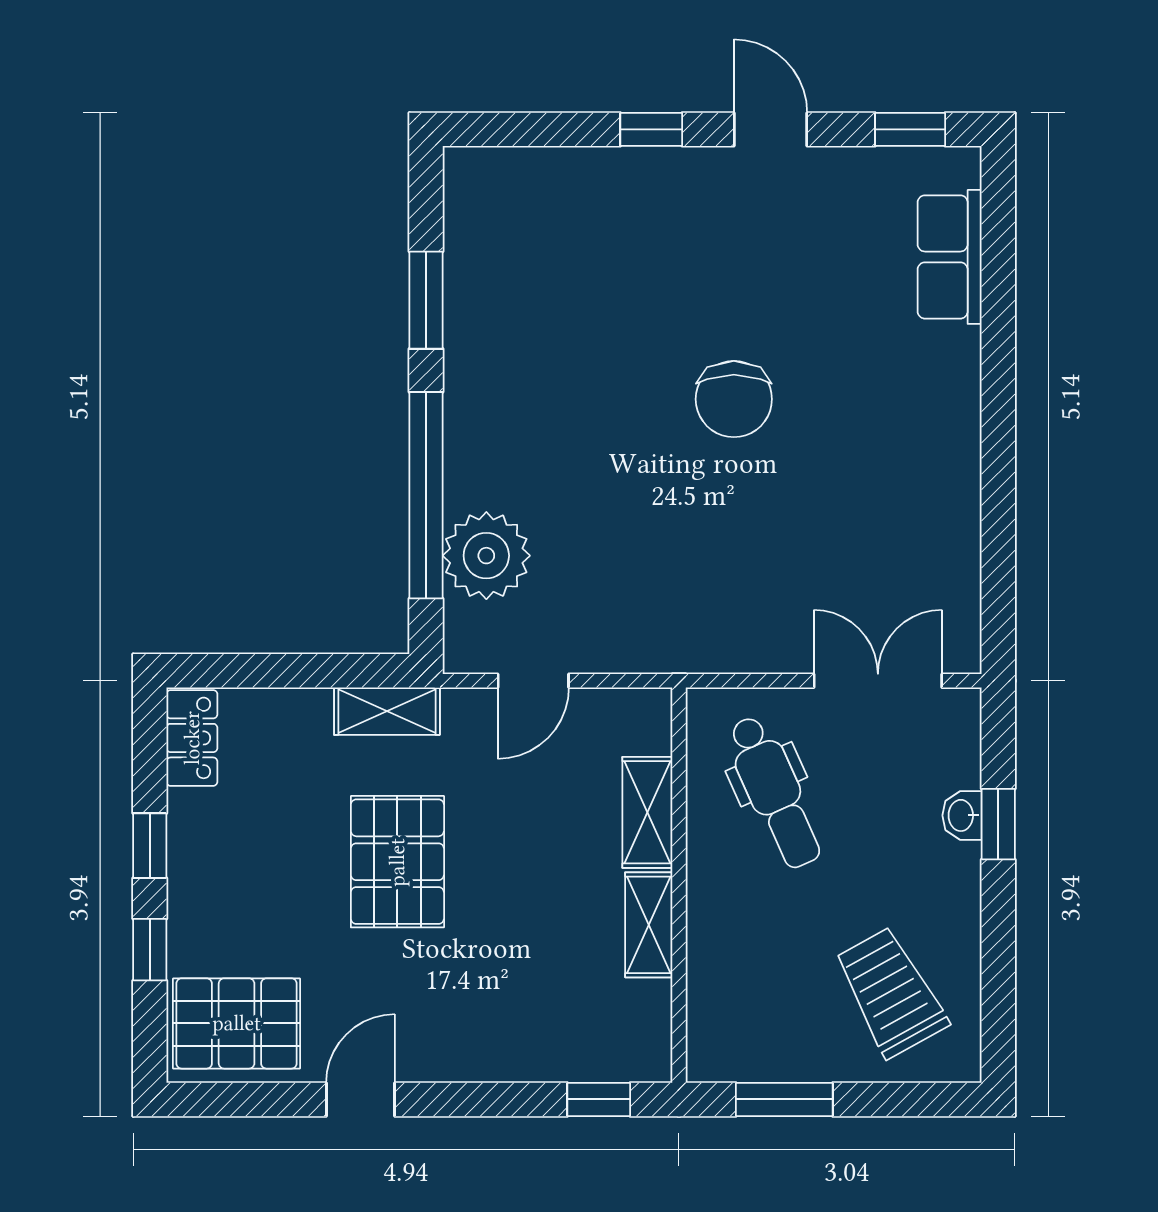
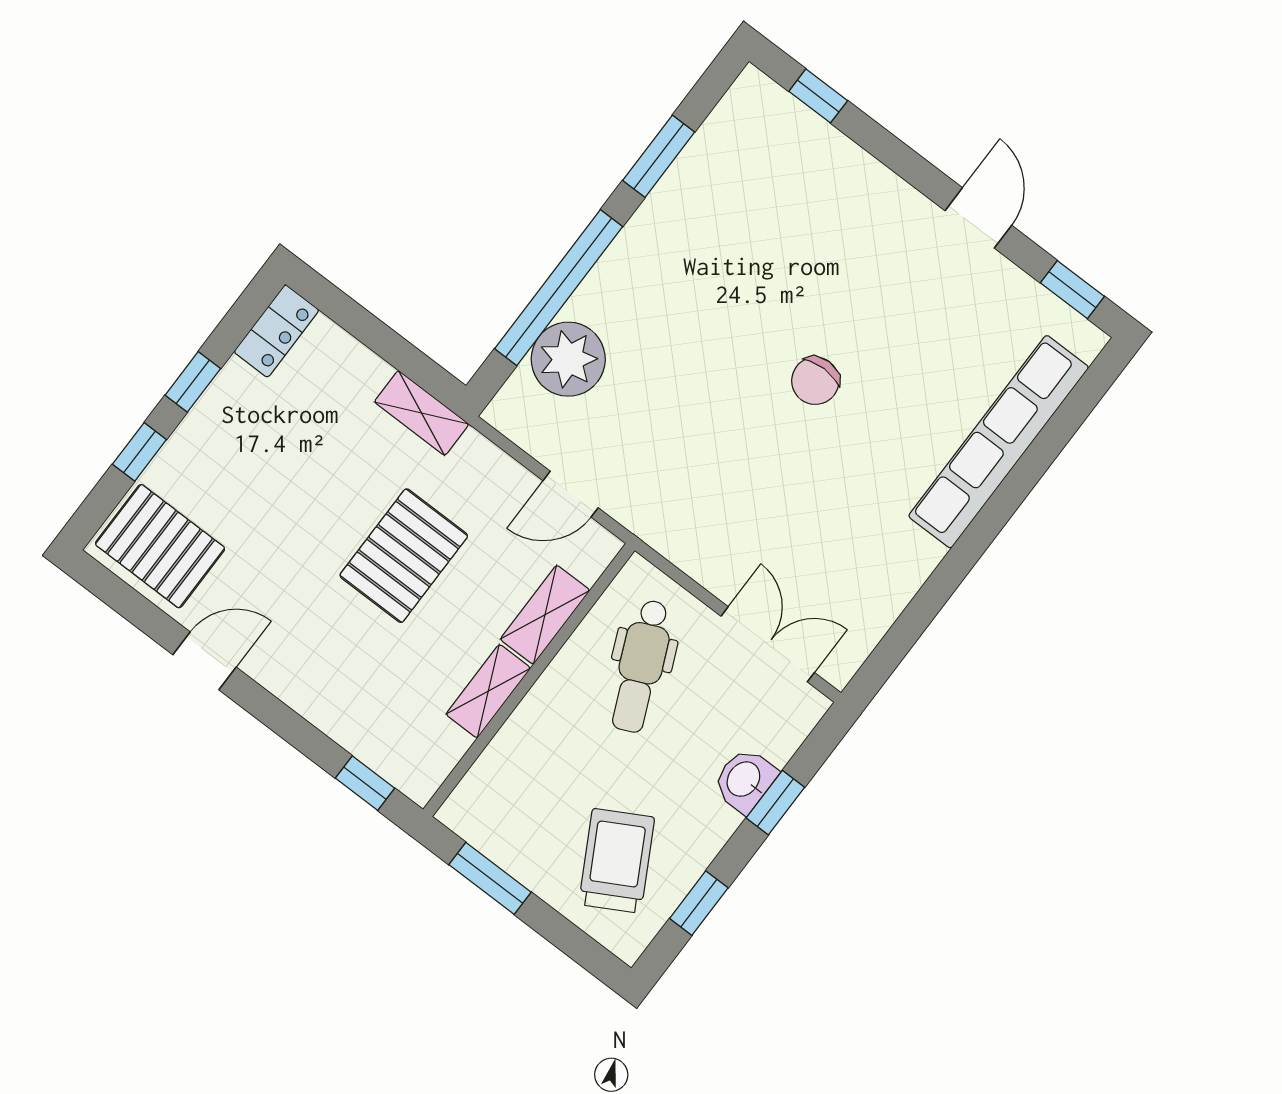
window: (651, 129) -> (818, 96), moved
row of seats: (950, 257) -> (999, 442), width x2.02
chair: (734, 399) -> (815, 381), width x0.73, depth x0.73
door: (533, 681) -> (571, 494), moved
washbasin: (962, 815) -> (745, 780), width x1.38, depth x1.45
pallet: (397, 862) -> (404, 556), moved
window: (998, 973) -> (699, 903), added

